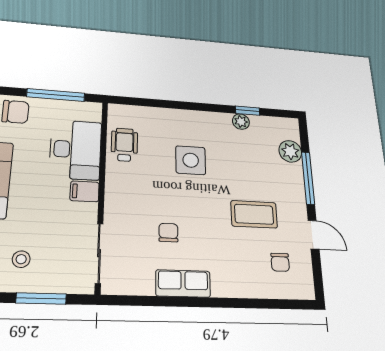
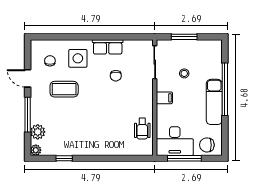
plant: (241, 122) -> (36, 150), moved
desk: (75, 150) -> (175, 141), moved, turned -90
side table: (191, 160) -> (78, 58), moved
stool: (21, 259) -> (184, 73), moved

